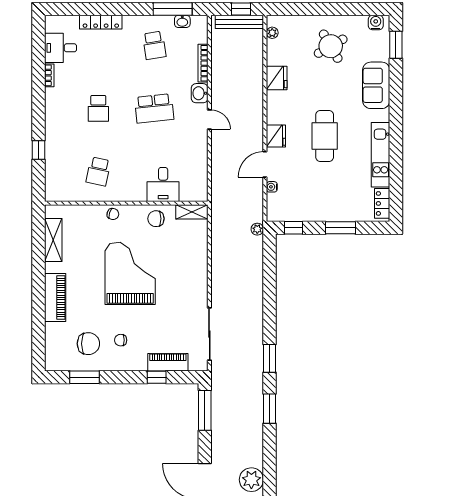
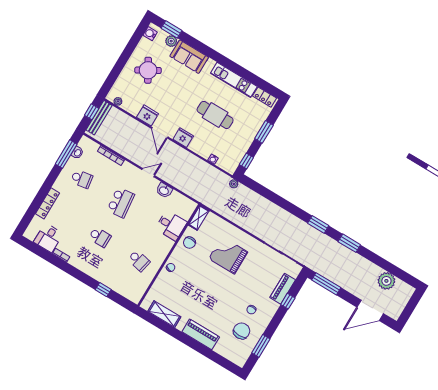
plant: (382, 53) -> (171, 41), added
washbasin: (200, 93) -> (164, 190), moved
cafe table: (325, 136) -> (215, 115), moved
door: (265, 164) -> (160, 133), moved
grand piano: (130, 273) -> (228, 255), moved, width x0.73, depth x0.68

